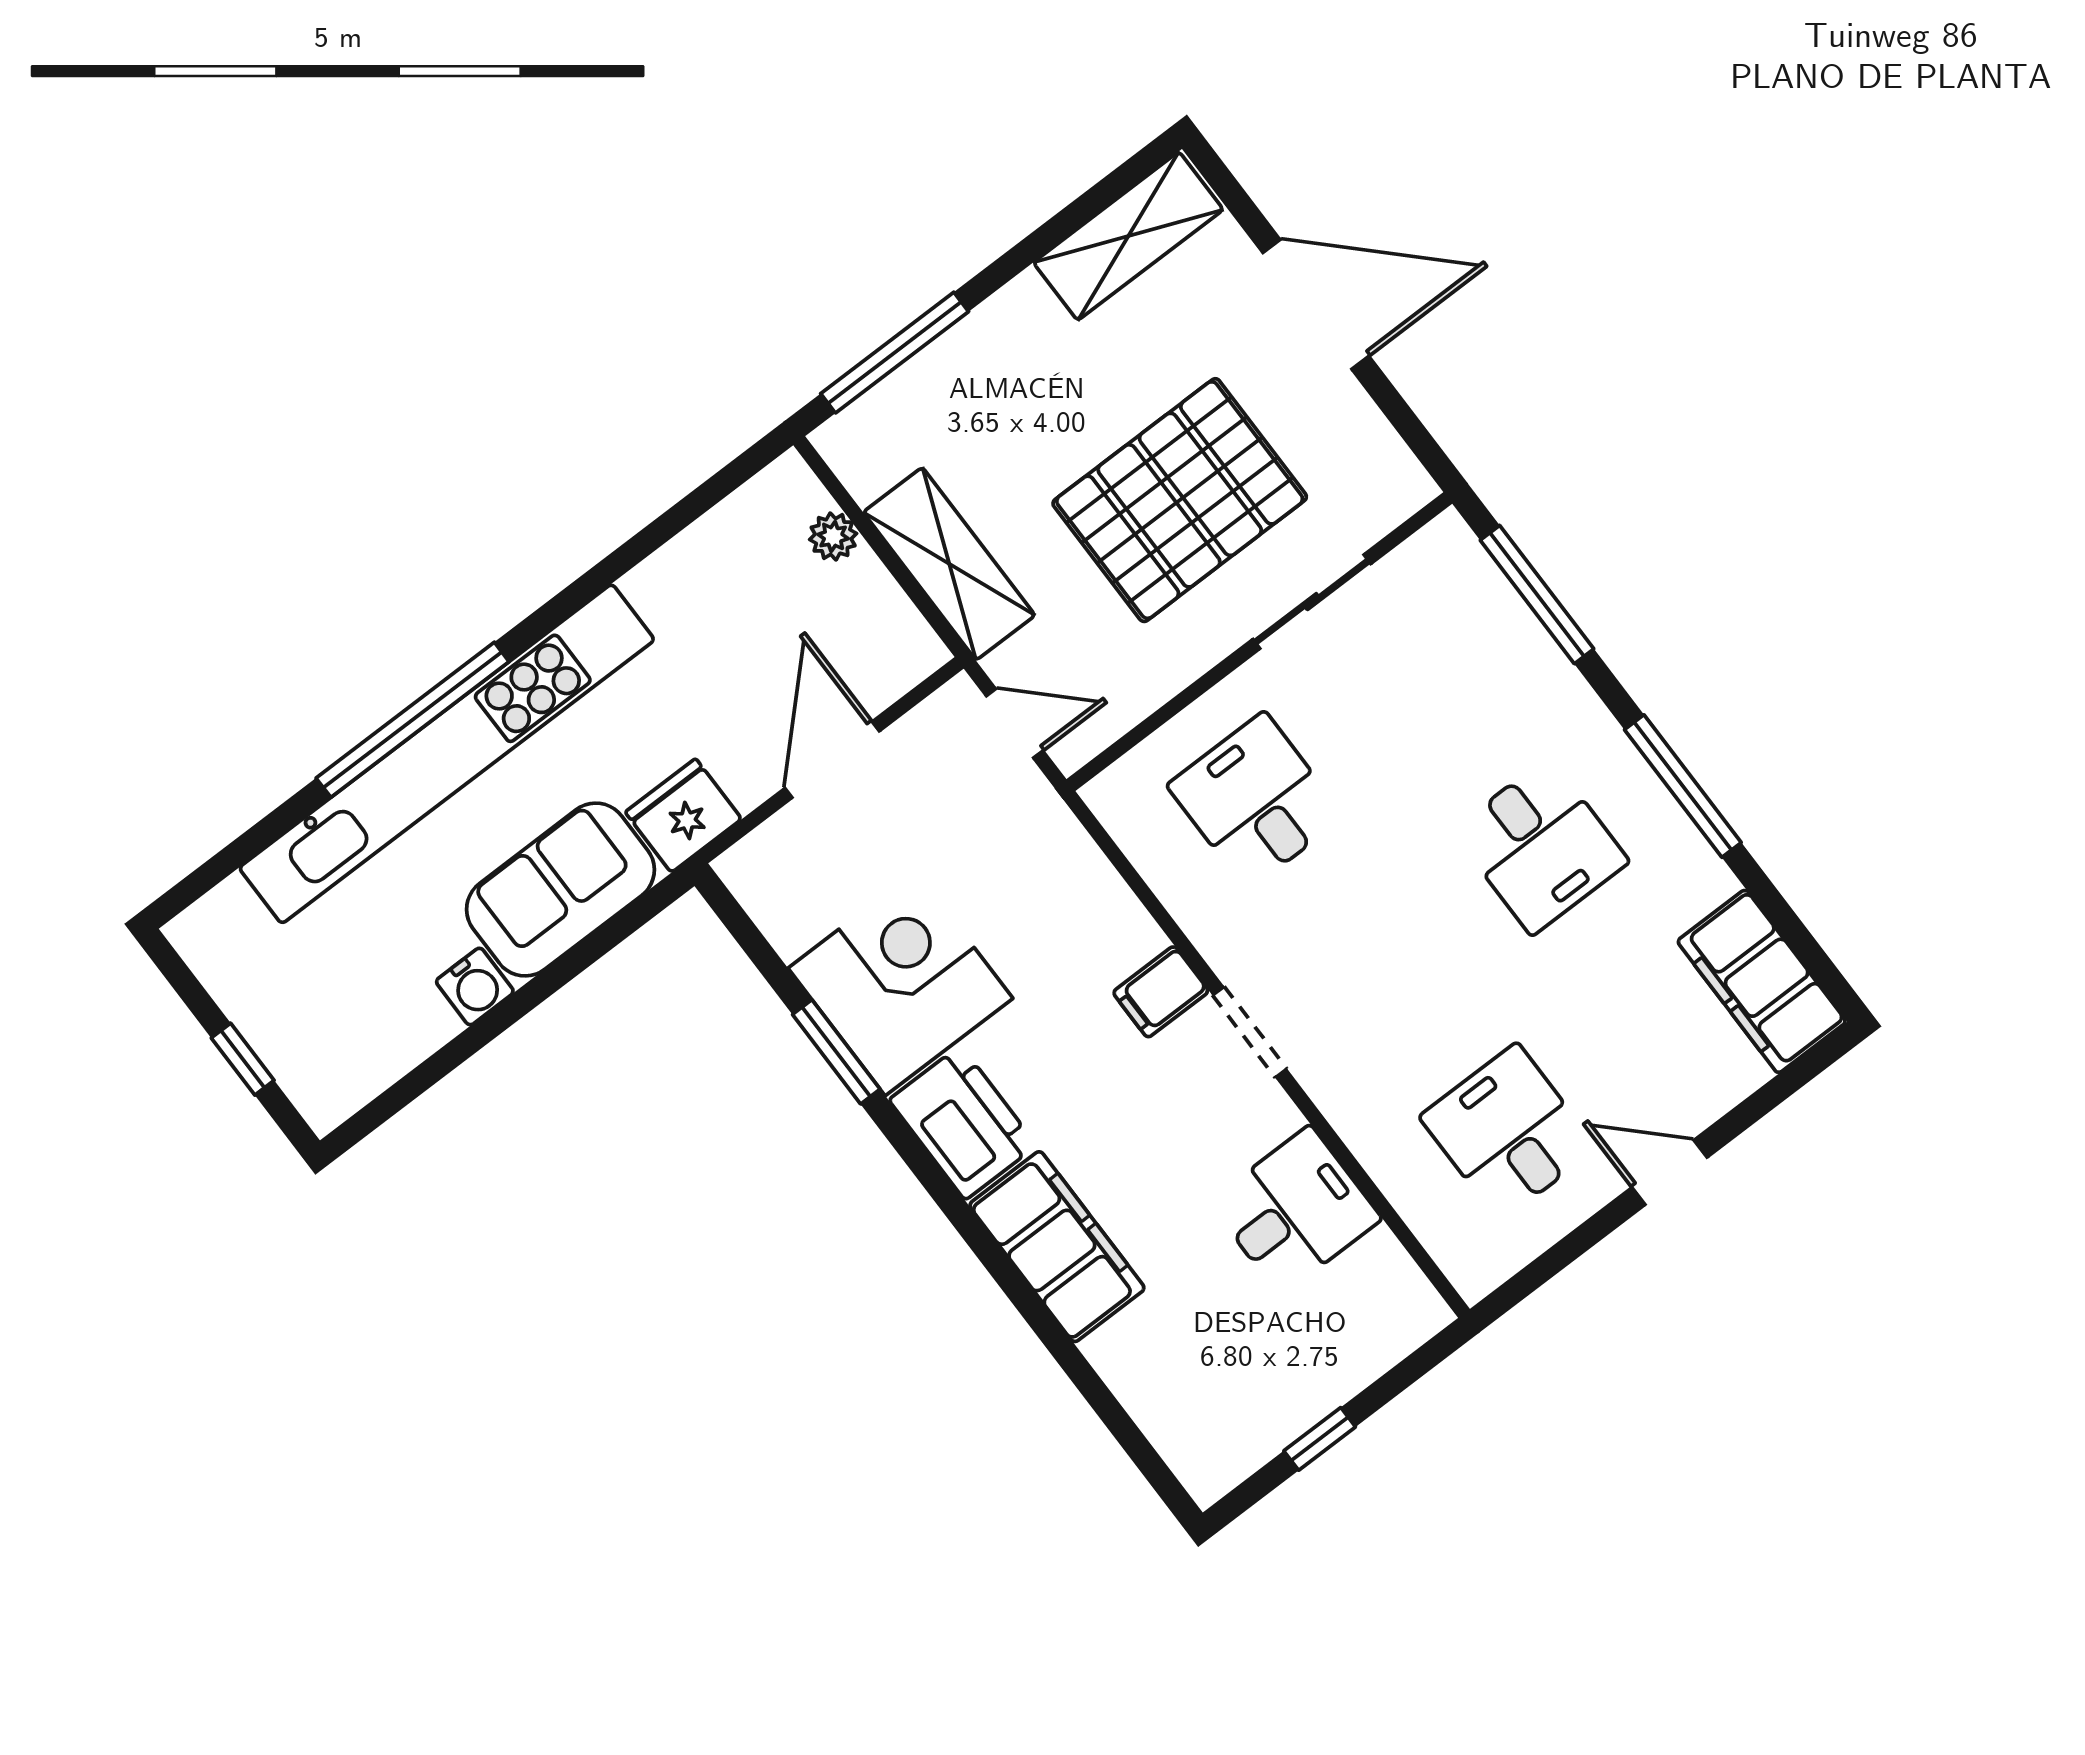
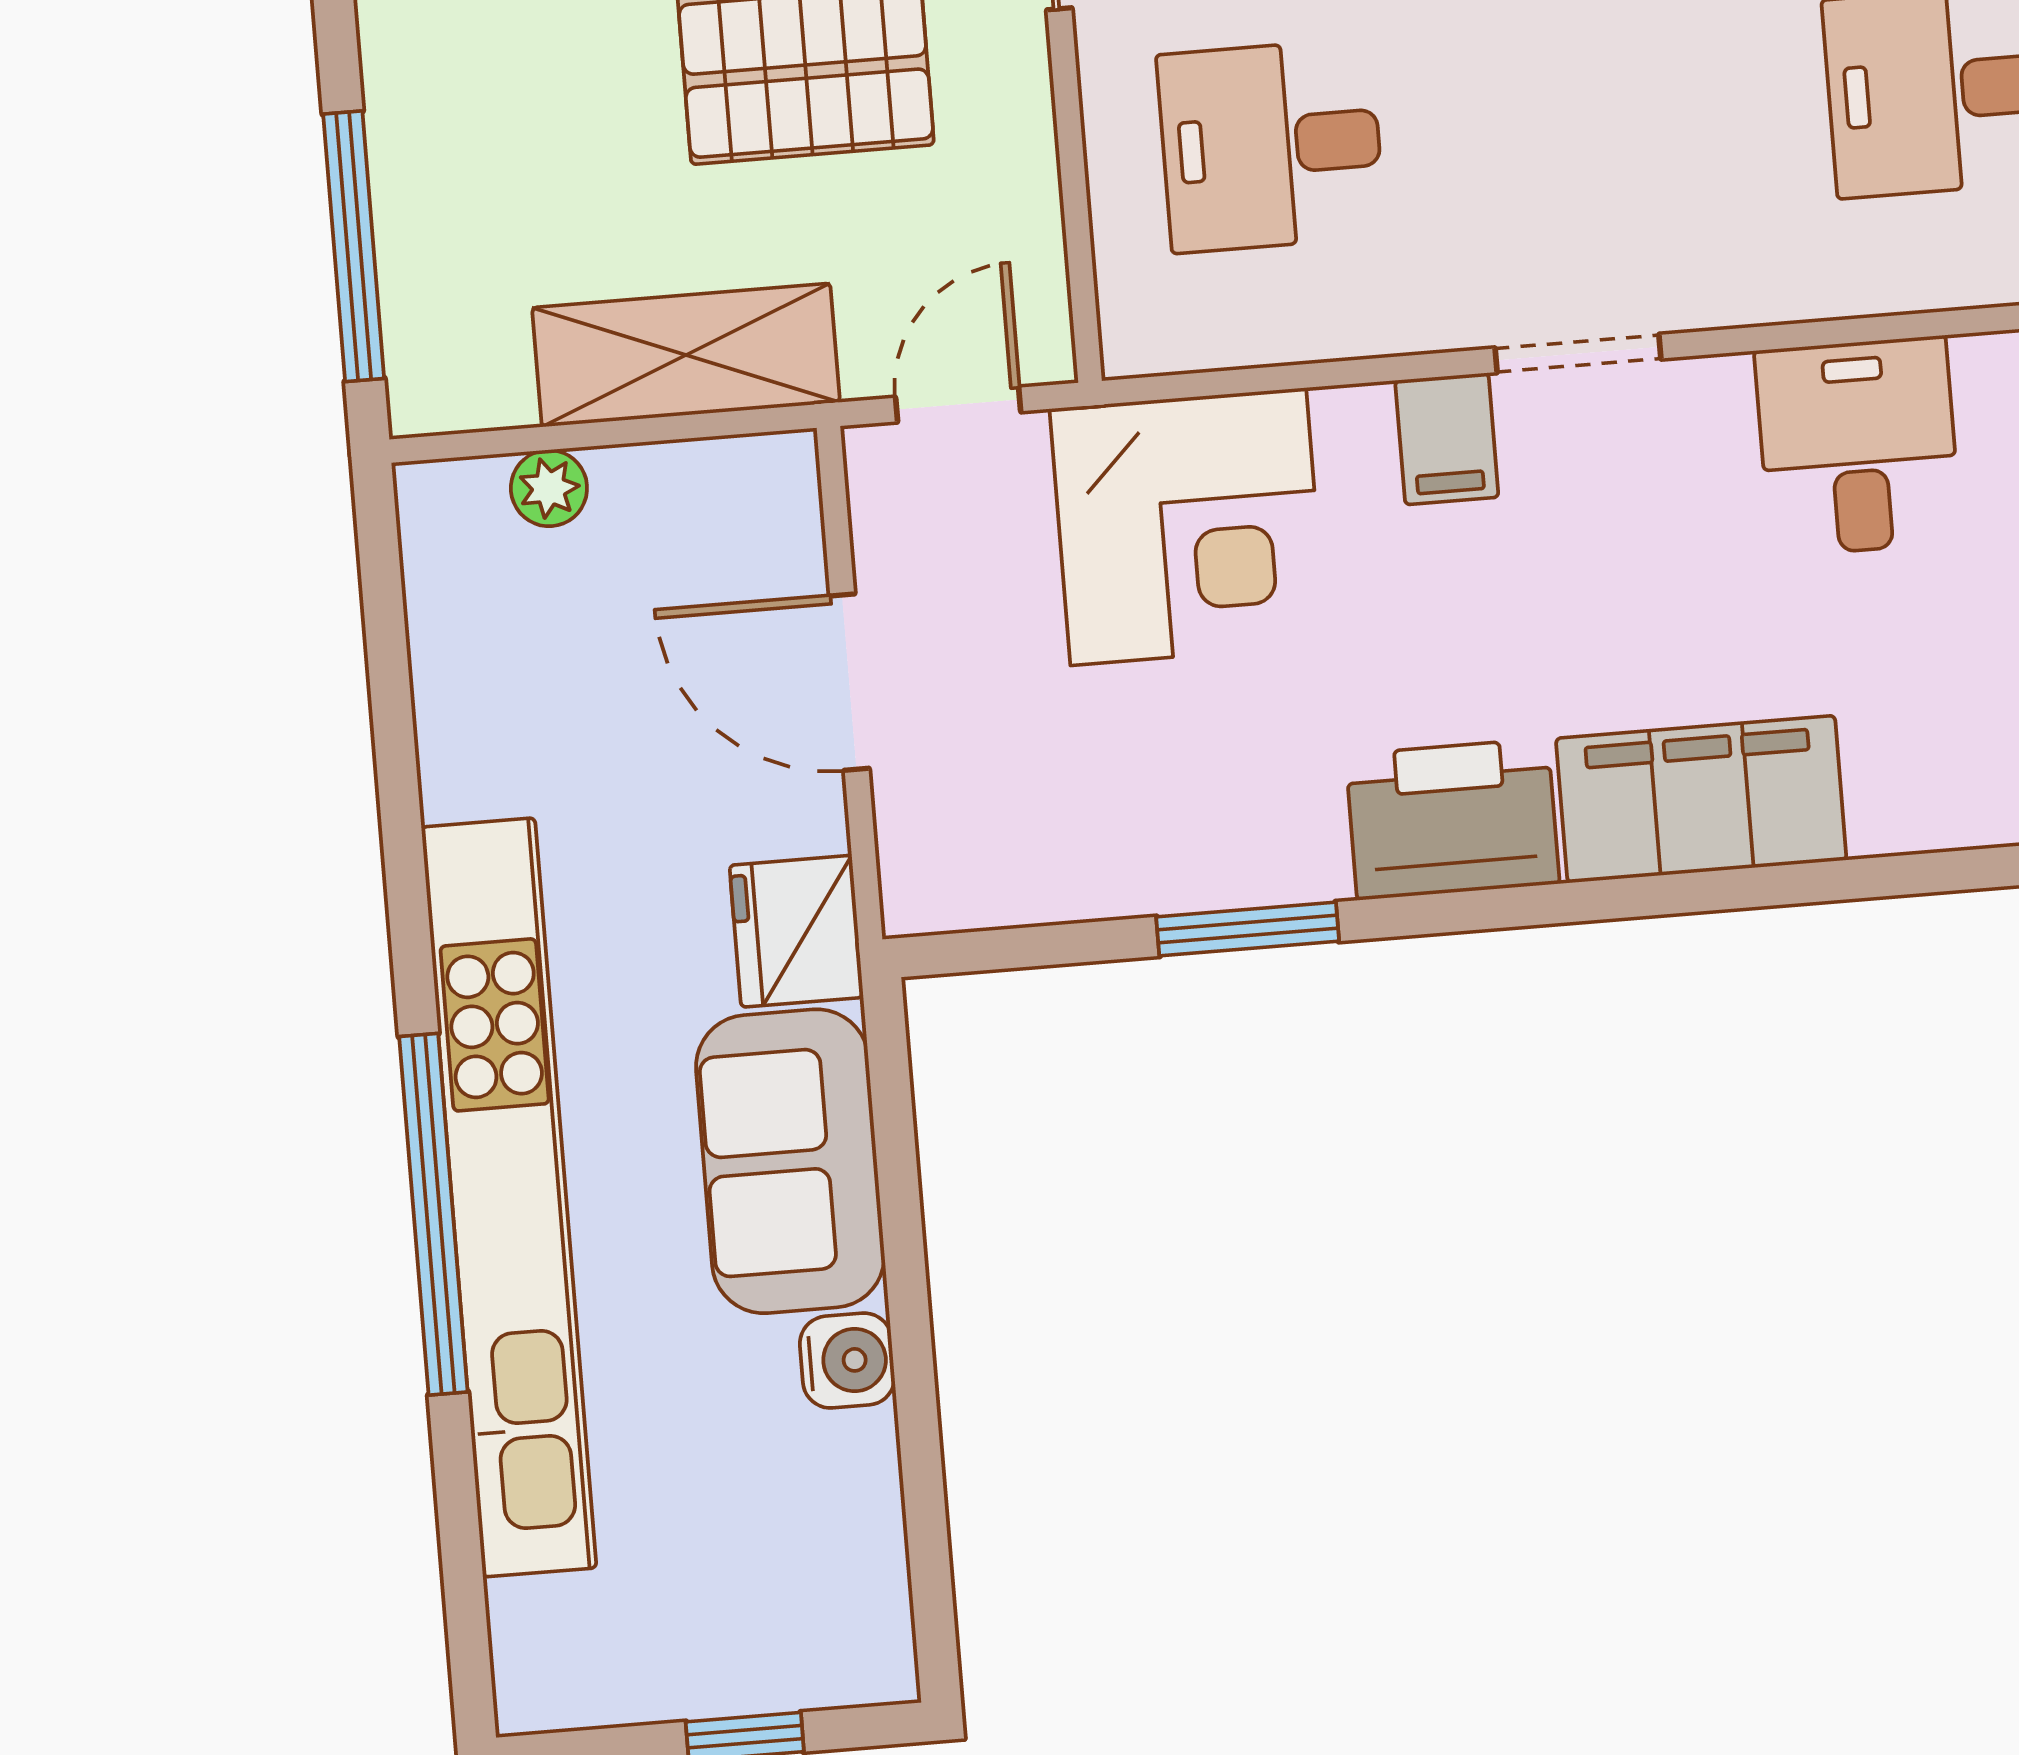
corner desk: (900, 983) -> (1188, 527), moved, turned 180

